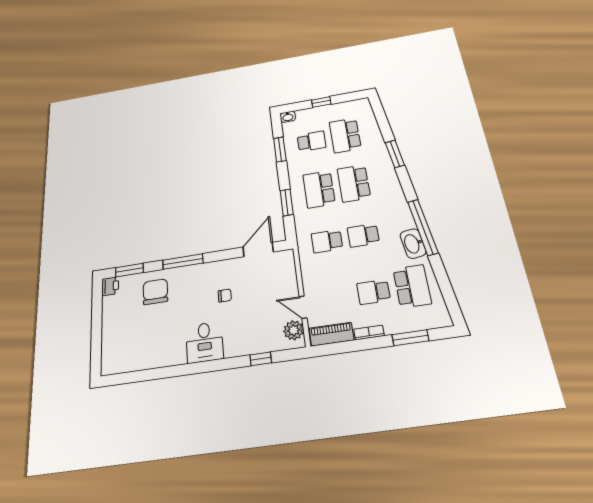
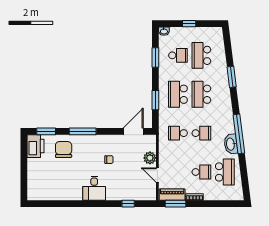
school desk: (363, 235) -> (201, 133), turned 180
printer: (110, 286) -> (35, 146), width x1.87, depth x1.48
school desk: (374, 292) -> (201, 172), turned 180
plant: (294, 330) -> (150, 158), moved
window: (410, 338) -> (176, 204), moved

